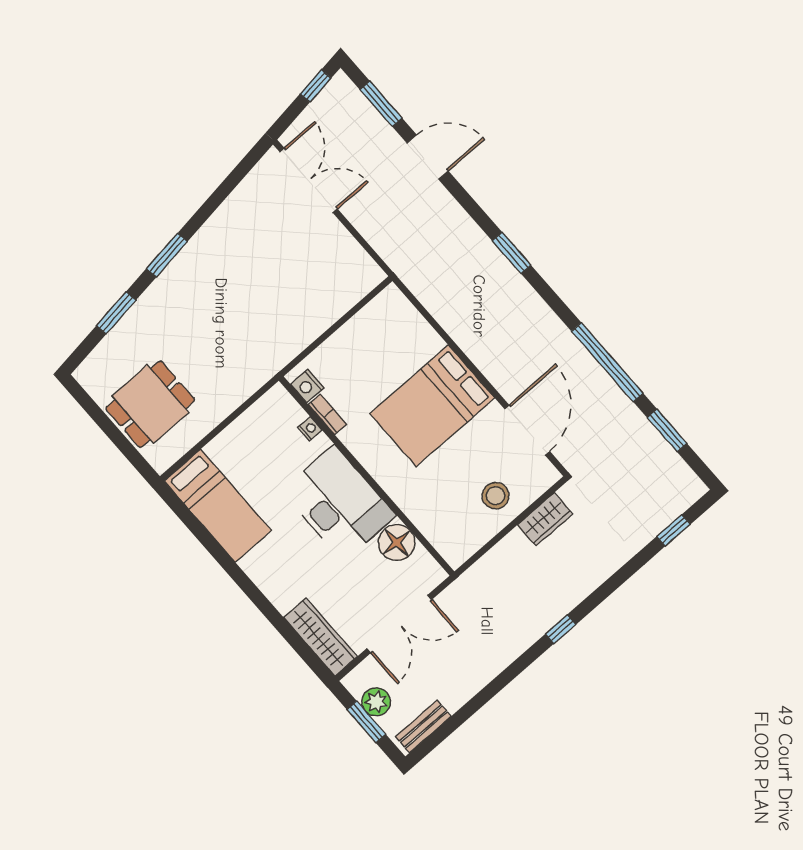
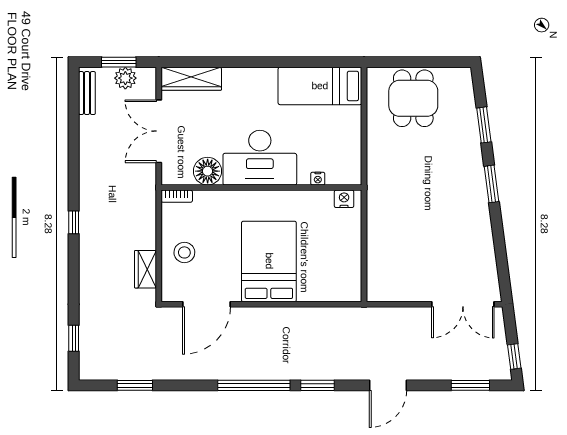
door: (428, 157) -> (388, 385), moved
window: (607, 362) -> (254, 385), moved
bookcase: (327, 414) -> (177, 196), moved
door: (527, 430) -> (206, 304), hinge flipped

